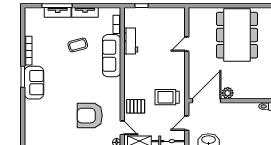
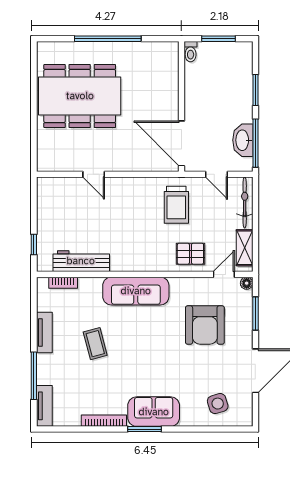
tv unit: (58, 12) -> (44, 406), moved
workbench: (131, 41) -> (81, 261), width x1.37
sofa: (112, 56) -> (136, 291), moved
plant: (228, 93) -> (170, 111), removed
pallet: (136, 106) -> (190, 254), turned 90
side table: (39, 124) -> (218, 404), added

